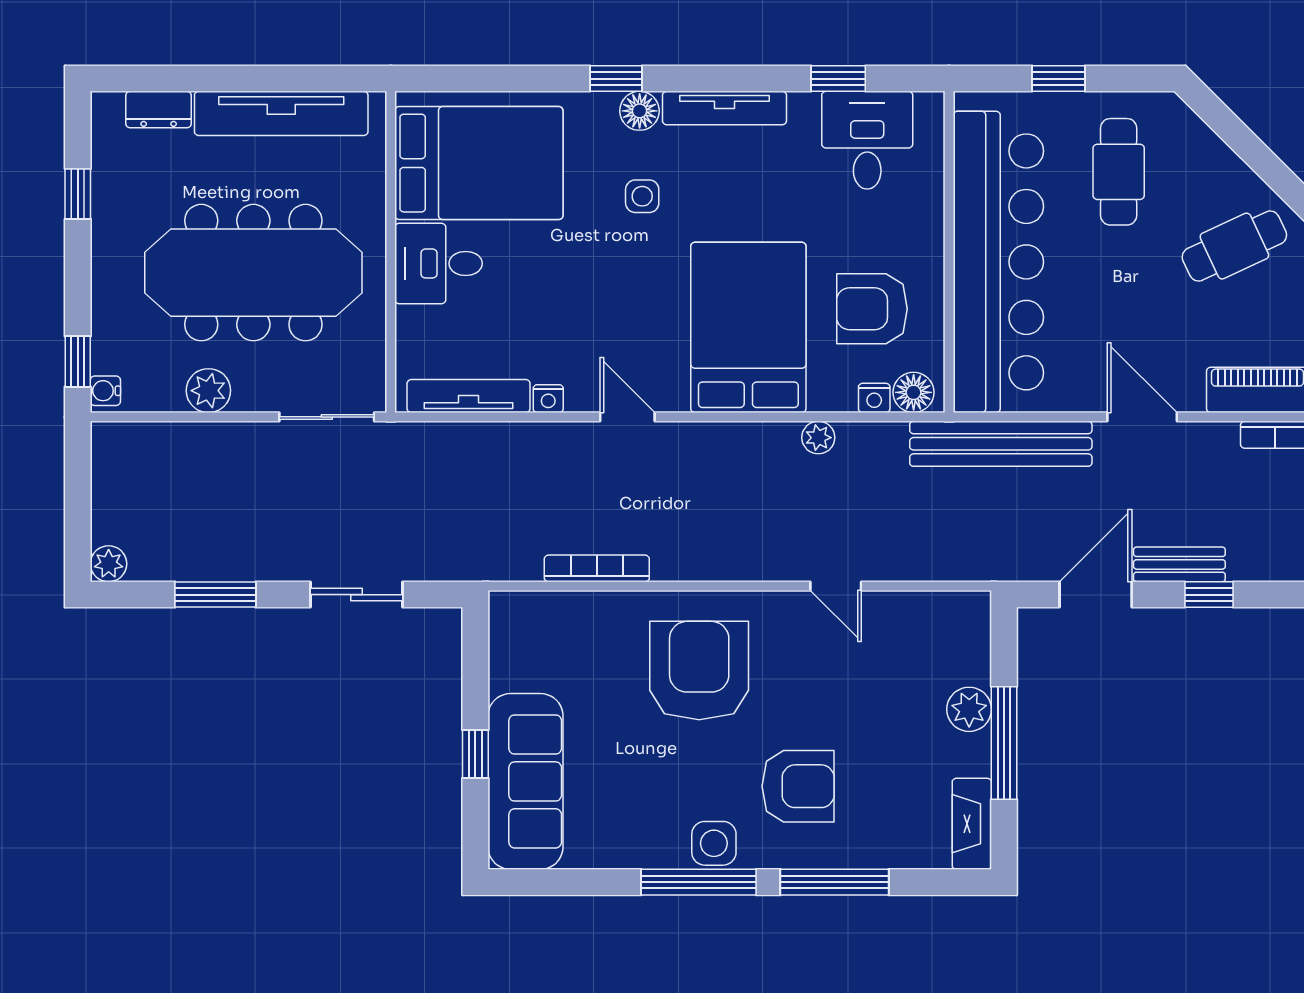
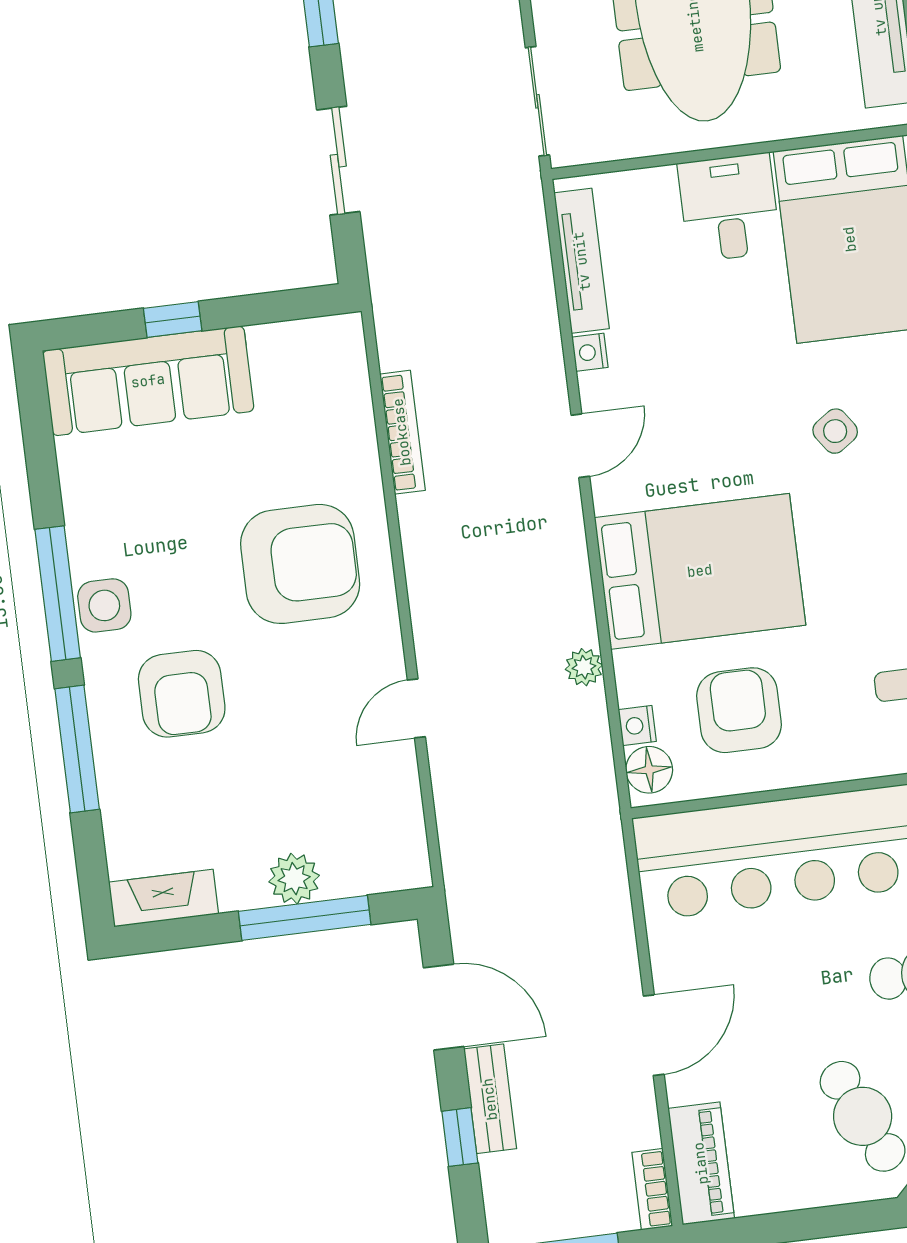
side table: (642, 196) -> (835, 431), turned -35
bench: (1001, 444) -> (603, 877), removed
window: (1004, 743) -> (305, 918), moved

